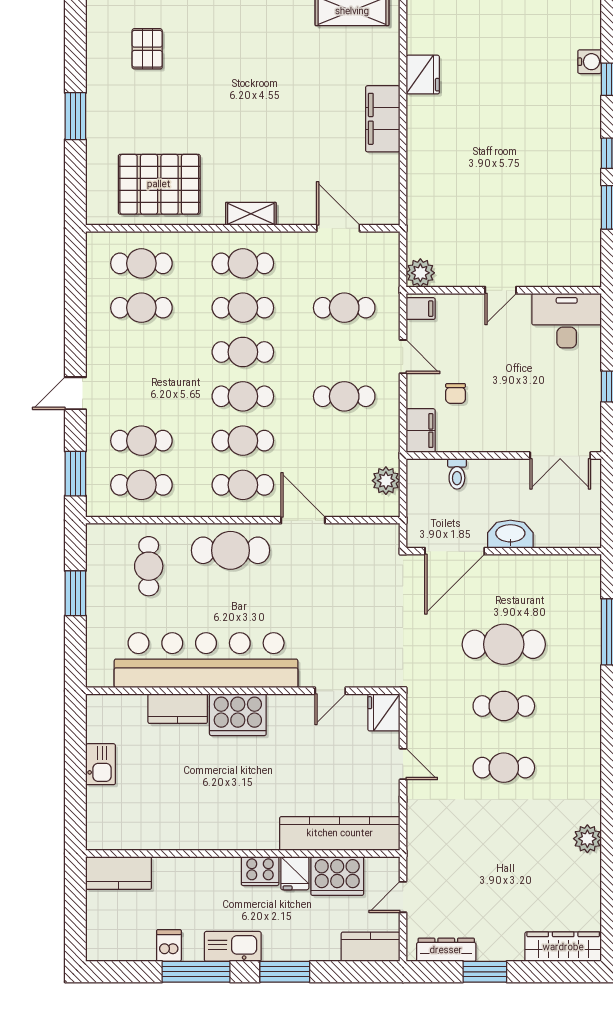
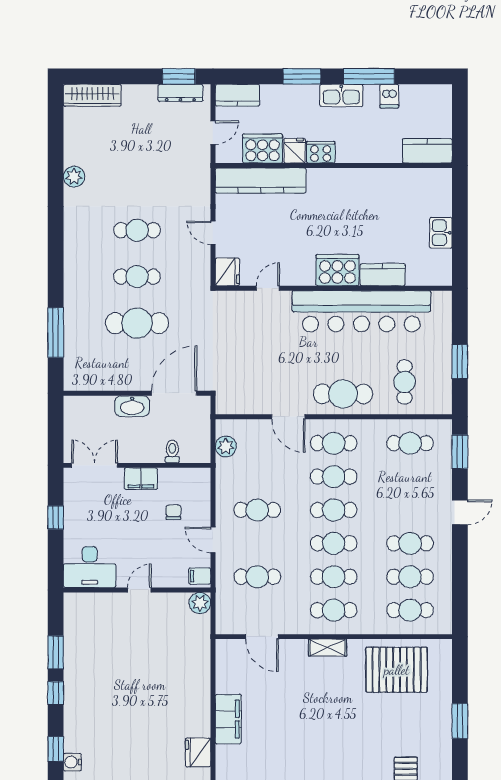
filing cabinet: (421, 431) -> (141, 479), moved, turned -90
cafe table: (141, 441) -> (410, 543), moved
window: (485, 972) -> (179, 76), moved

